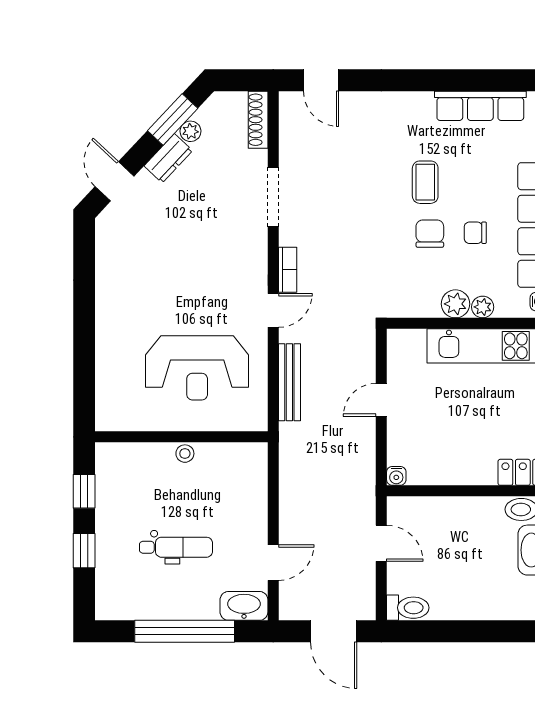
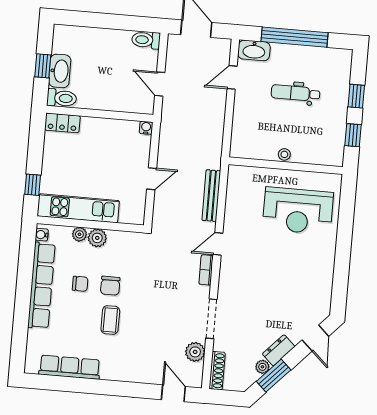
plant: (294, 145) -> (195, 352), added
reception desk: (197, 368) -> (298, 211), moved, turned 180

